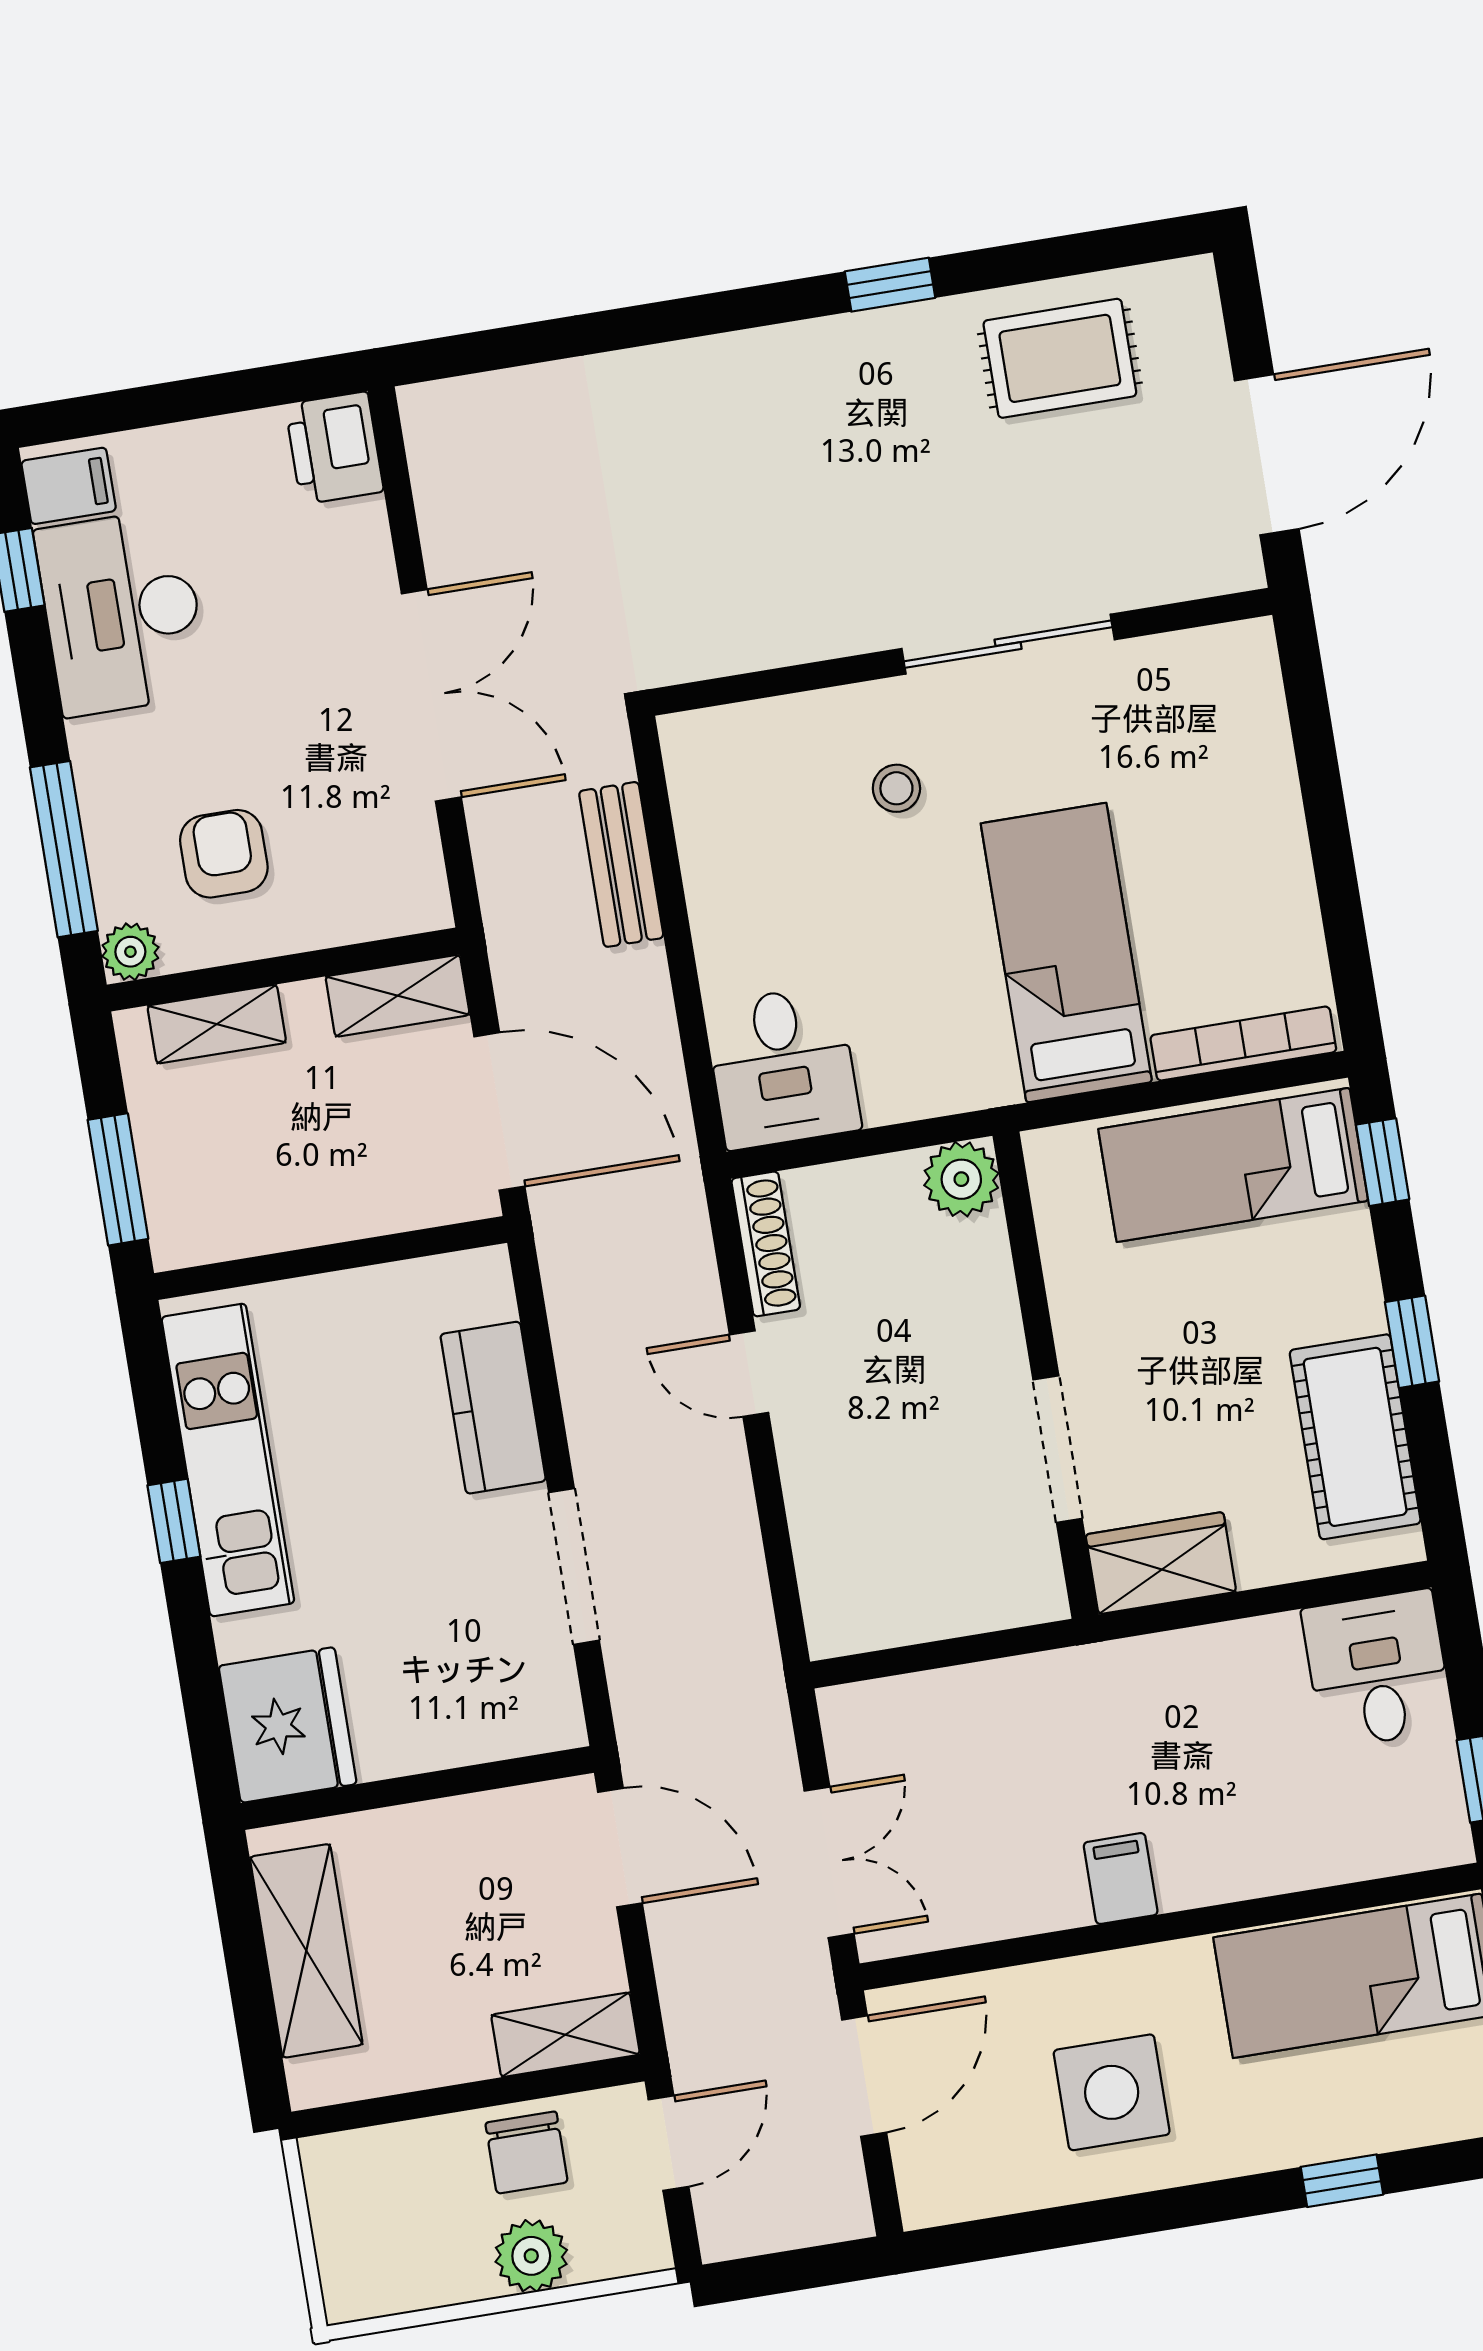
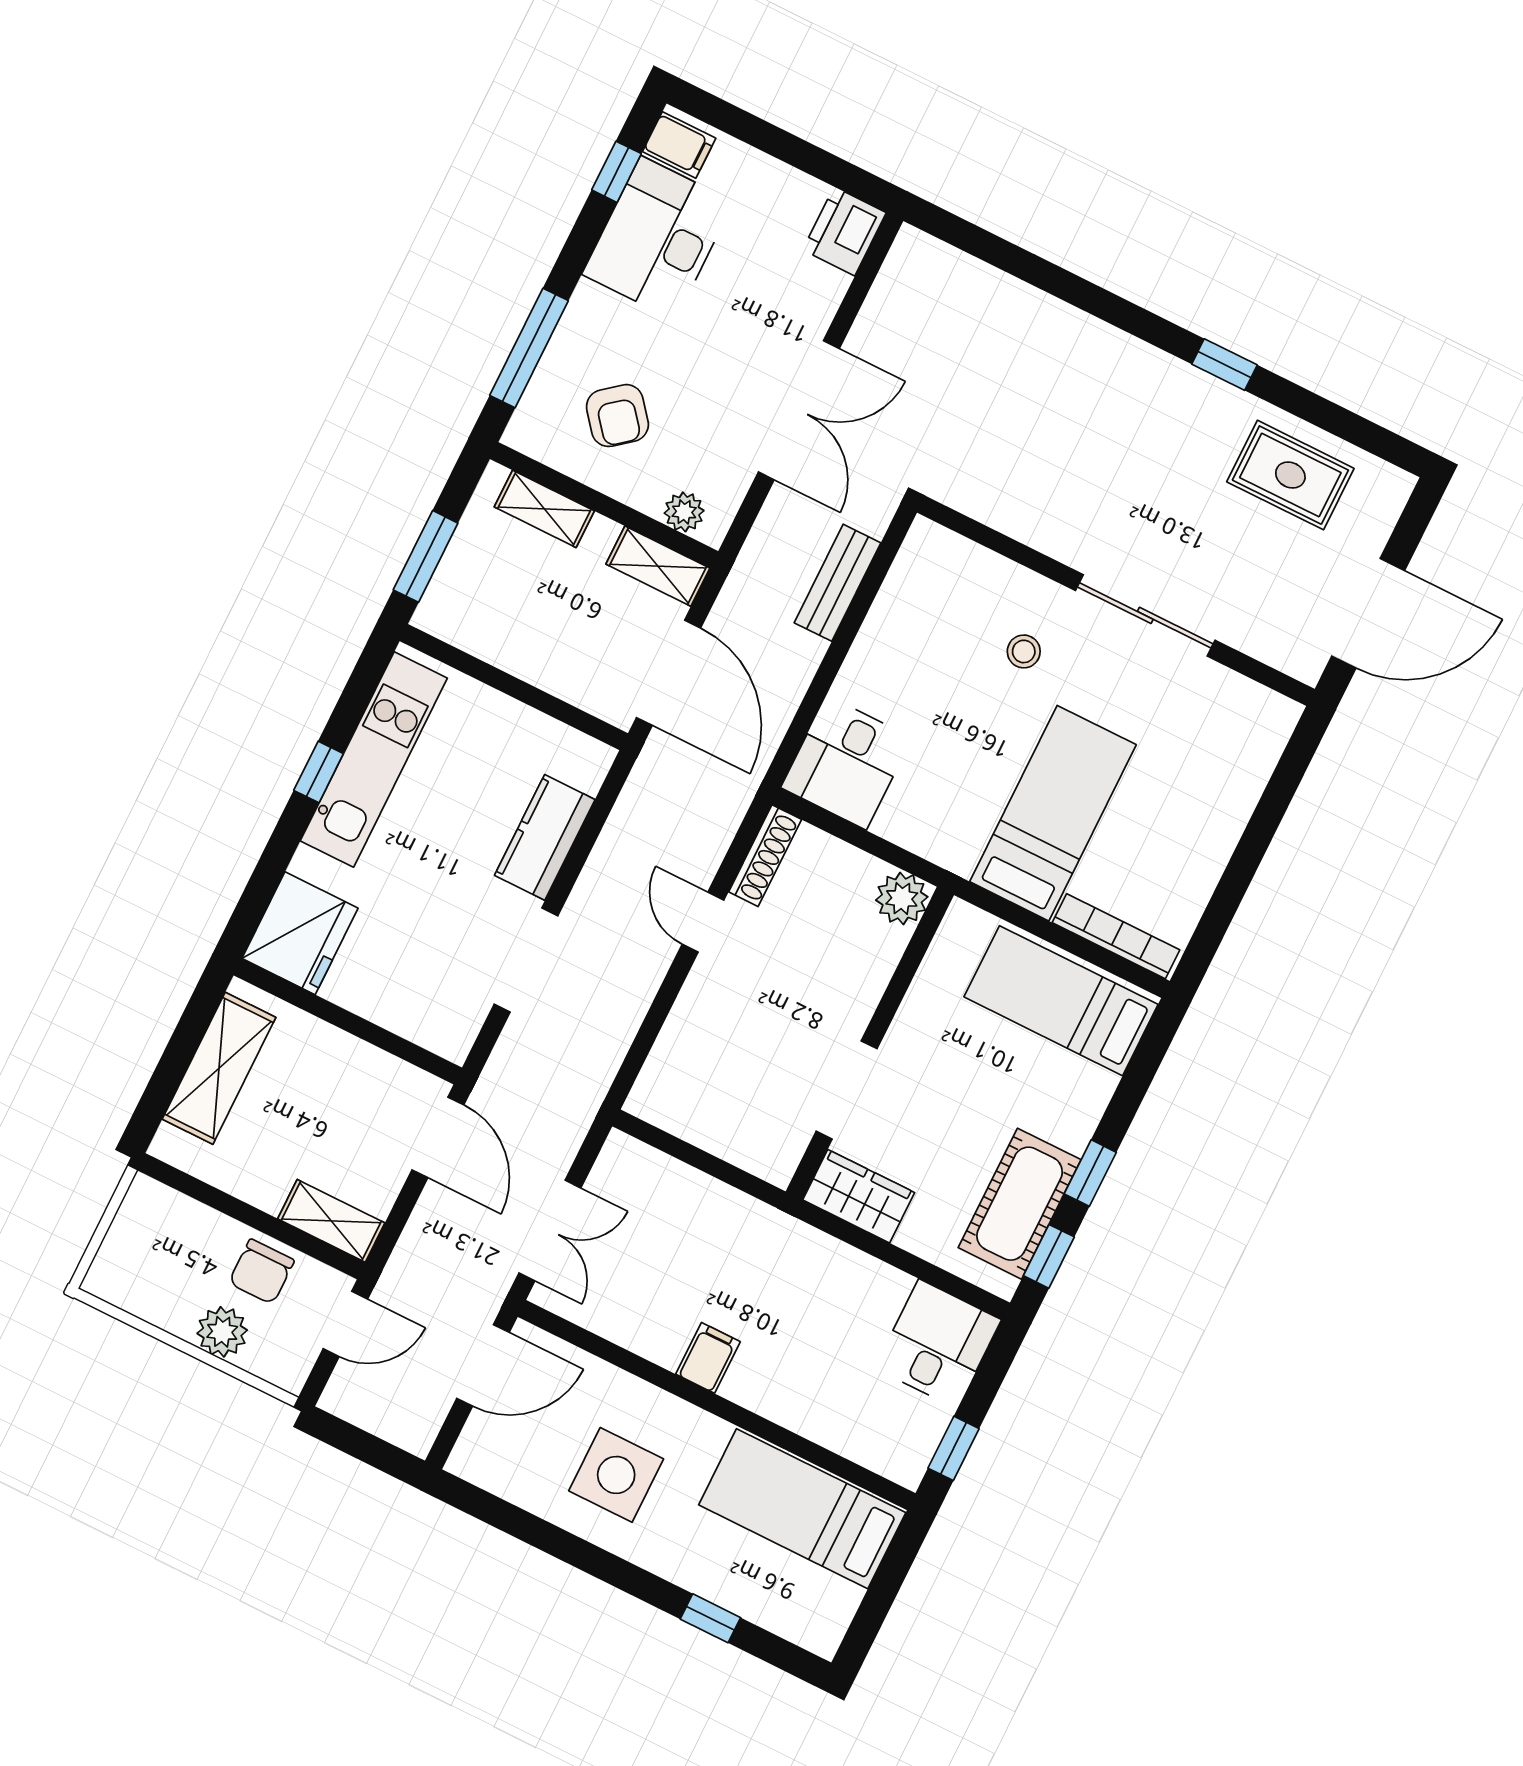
armchair: (224, 854) -> (617, 416), turned 141
plant: (130, 952) -> (684, 512), moved
window: (1383, 1162) -> (1049, 1256), moved

